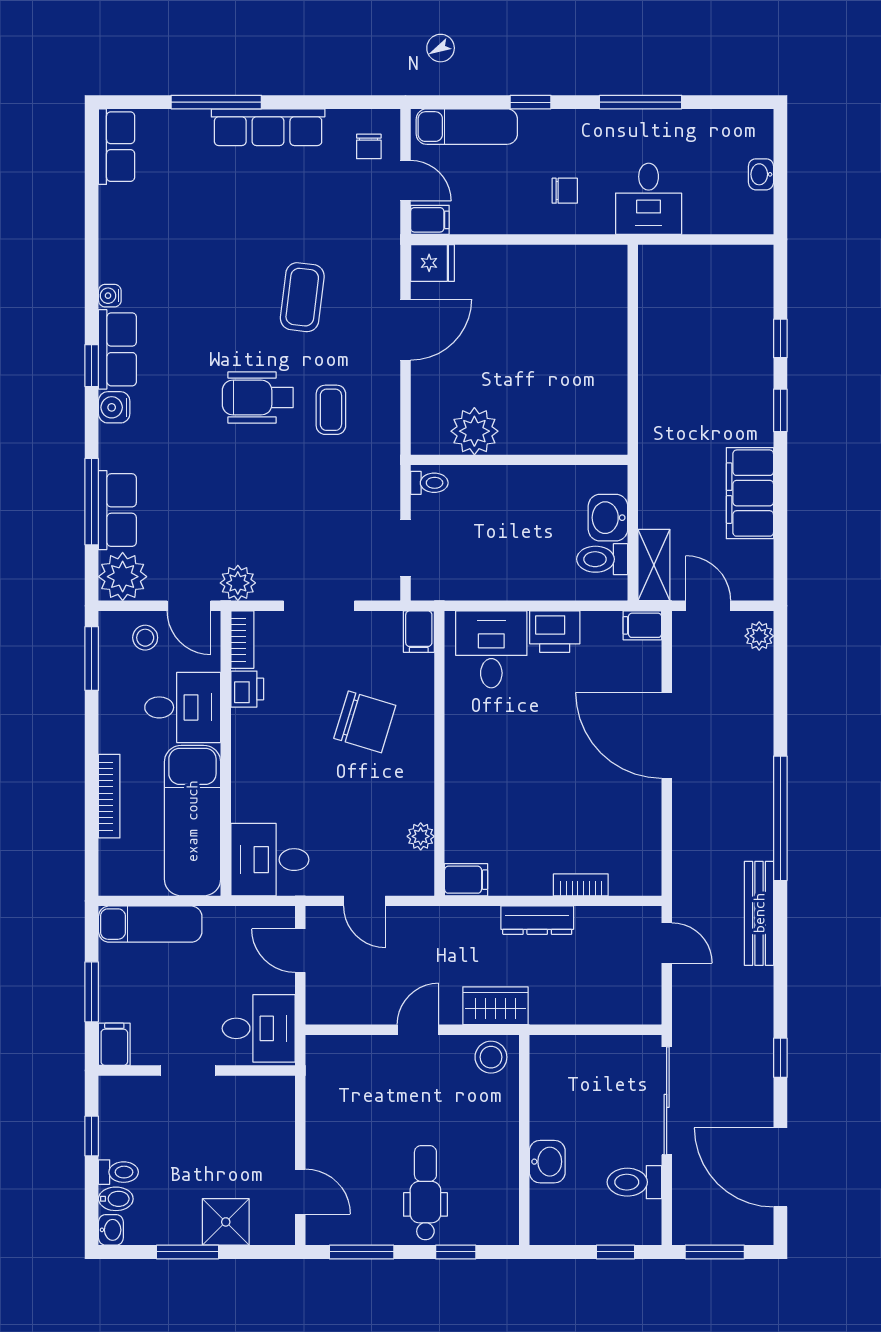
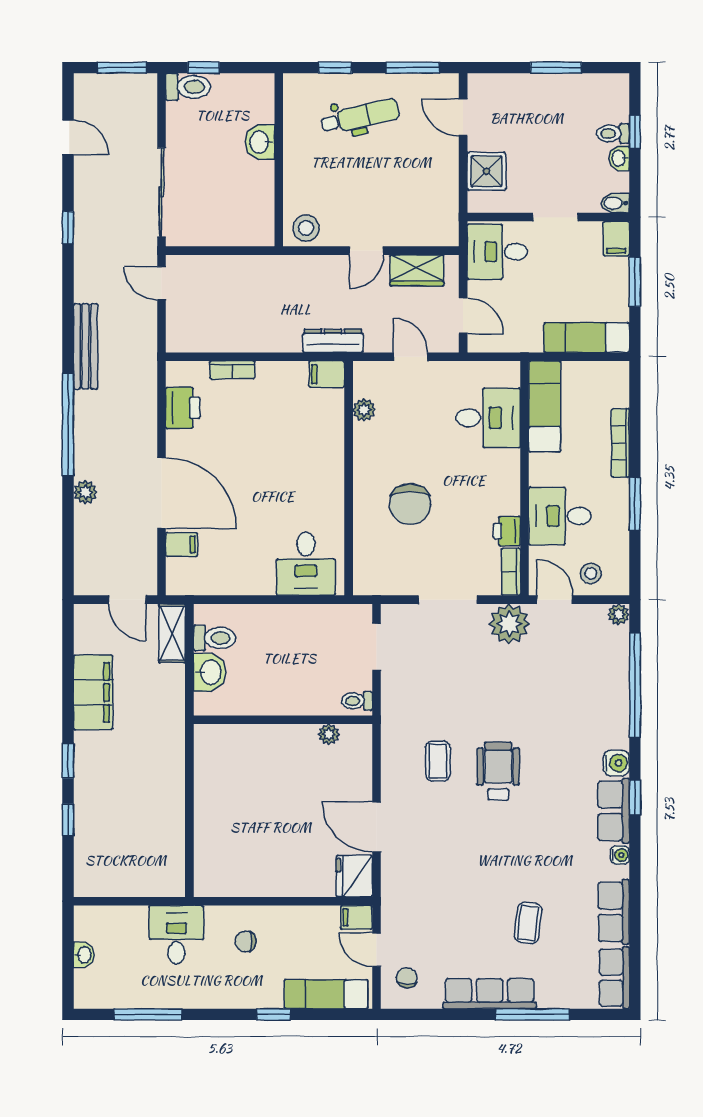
window: (641, 102) -> (148, 1014), moved
fridge: (433, 263) -> (354, 876), width x1.38
coffee table: (302, 297) -> (528, 923), moved, width x0.73, depth x0.77
door: (405, 330) -> (377, 827), hinge flipped
wheelchair: (258, 397) -> (498, 771), turned -90
plant: (474, 431) -> (329, 734), width x0.53, depth x0.53
window: (92, 502) -> (635, 685), width x1.46
row of seats: (117, 510) -> (614, 912), moved
plant: (123, 577) -> (619, 614), width x0.53, depth x0.53
plant: (238, 583) -> (509, 624), width x1.36, depth x1.36
filing cabinet: (642, 625) -> (182, 544), moved
filing cabinet: (419, 632) -> (366, 578), removed
printer: (555, 632) -> (183, 408), moved, turned 90
plant: (759, 636) -> (85, 492), moved
window: (92, 659) -> (635, 504), moved
chair: (365, 722) -> (410, 504), turned -107
exam couch: (192, 821) -> (545, 406), width x0.73, depth x0.69
desk: (270, 860) -> (488, 418), moved
dresser: (537, 920) -> (333, 341), moved
door: (667, 943) -> (161, 283), moved
wardrobe: (495, 1006) -> (417, 270), moved
window: (92, 1136) -> (635, 132), moved
door: (780, 1167) -> (68, 137), width x0.53
toilet: (634, 1182) -> (188, 87), moved
dental chair: (425, 1193) -> (360, 116), turned -103
bidet: (116, 1199) -> (615, 203), moved
shower: (226, 1222) -> (486, 171), moved
washbasin: (111, 1230) -> (619, 158), moved

